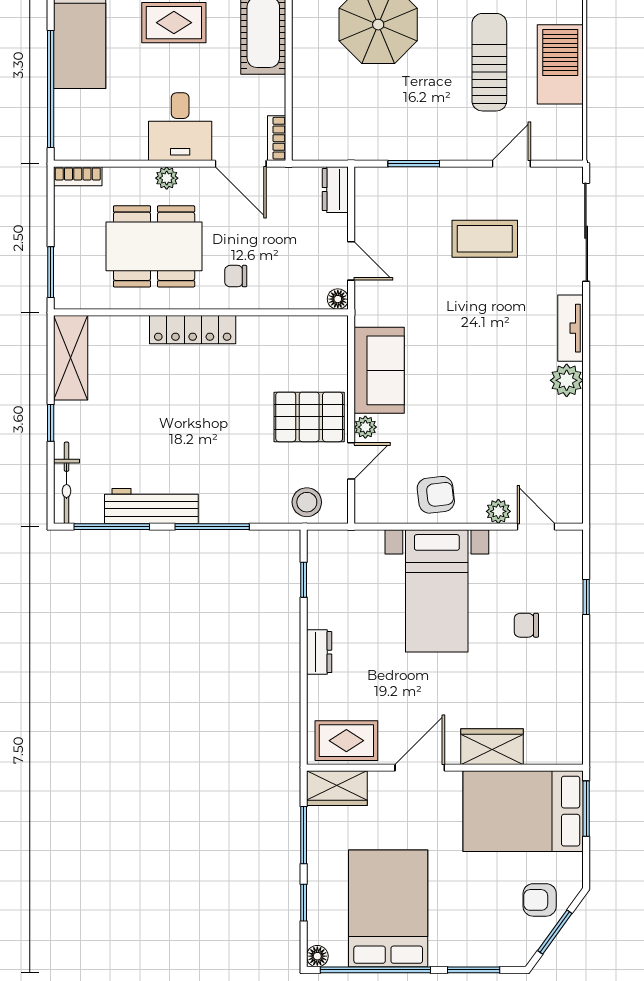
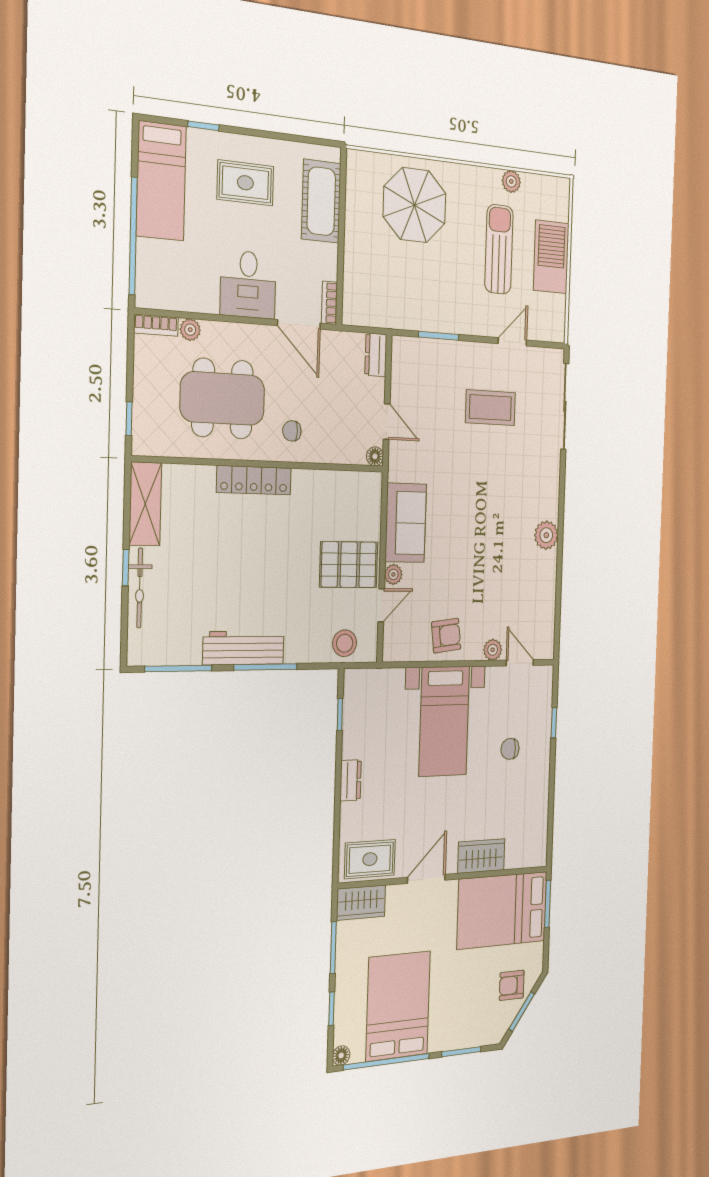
plant: (167, 178) -> (190, 330), moved
window: (51, 272) -> (129, 419), width x0.67
tv unit: (571, 328) -> (551, 490), removed
bicycle: (67, 483) -> (140, 588), moved
workbench: (151, 506) -> (244, 648), moved

